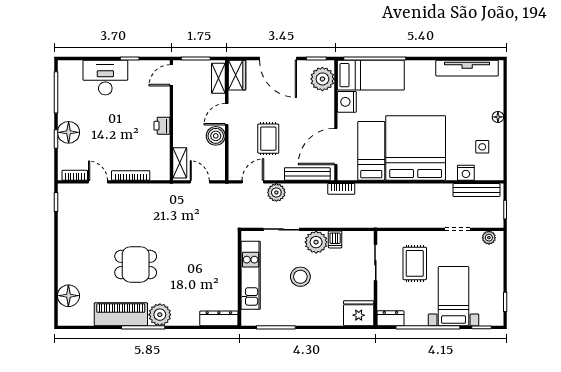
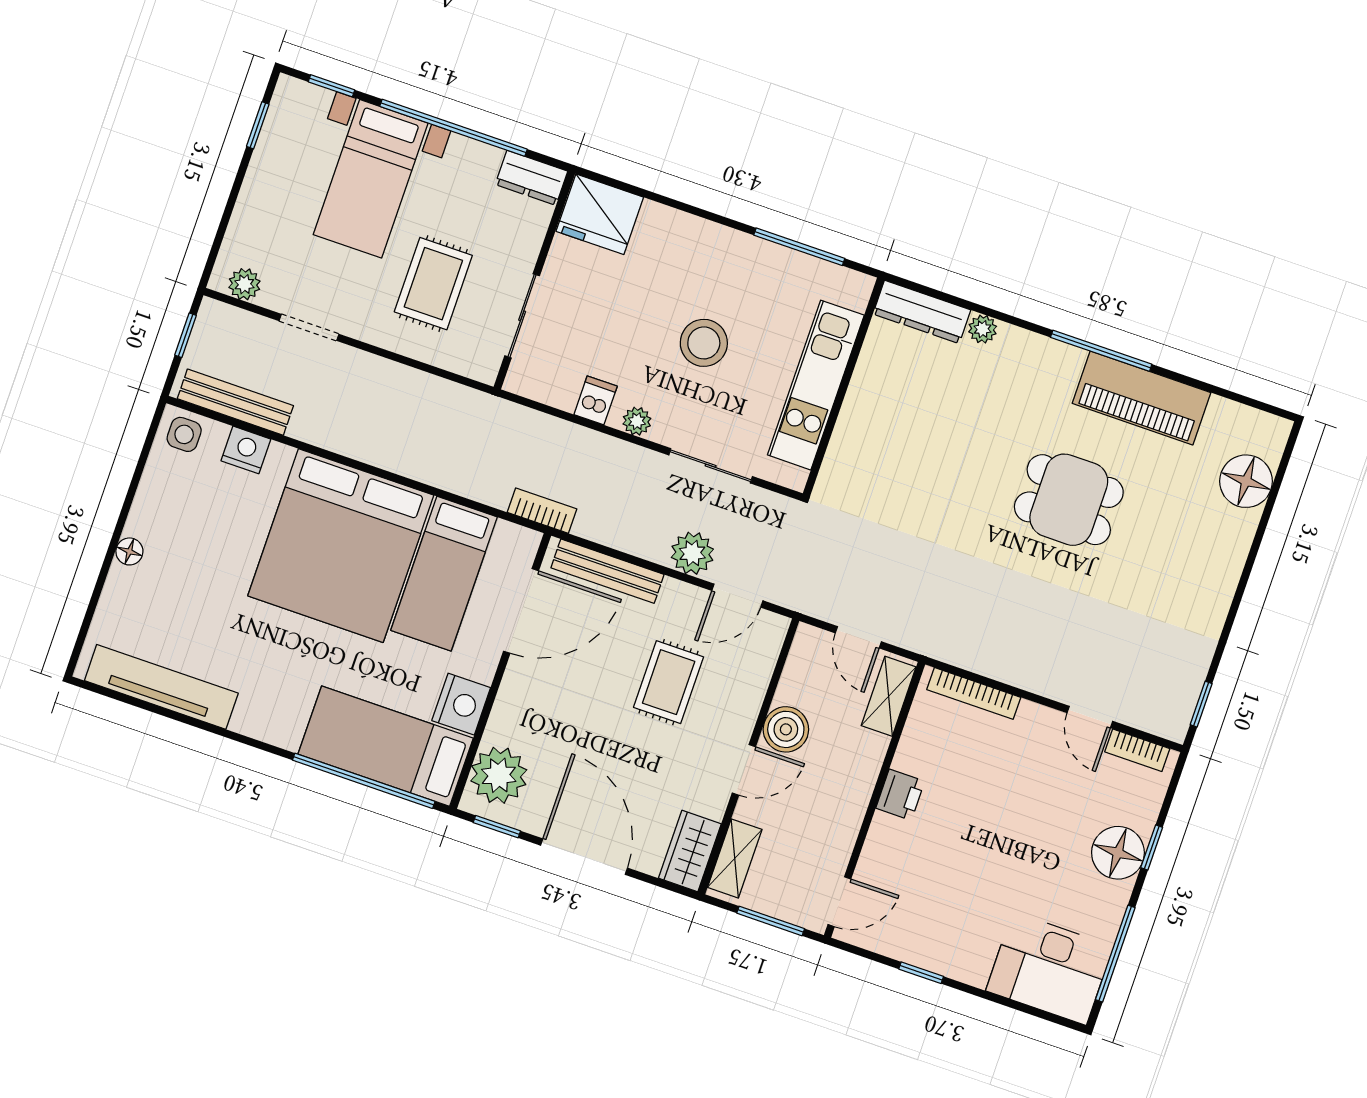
desk: (105, 78) -> (1050, 968), moved
side table: (482, 147) -> (184, 434), moved
bookcase: (131, 175) -> (974, 693), moved
plant: (316, 242) -> (637, 421), width x0.53, depth x0.53
plant: (160, 315) -> (983, 329), moved, width x0.53, depth x0.53

